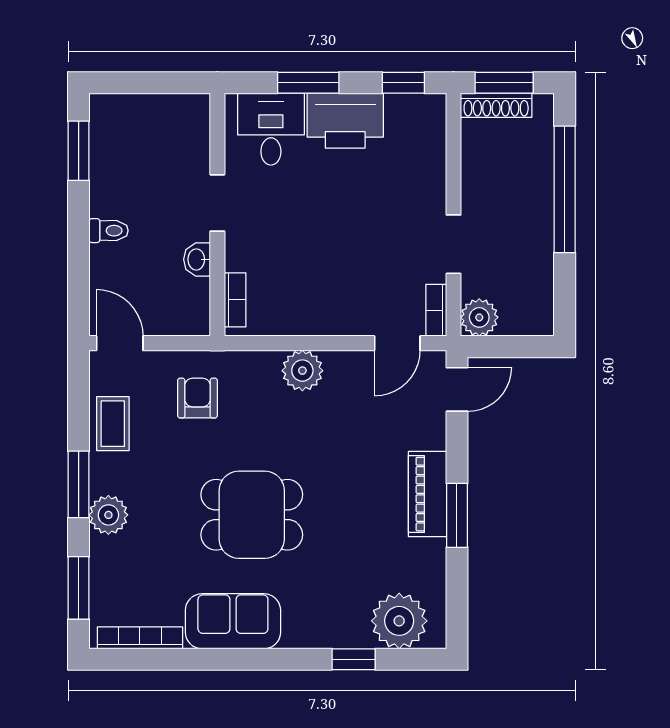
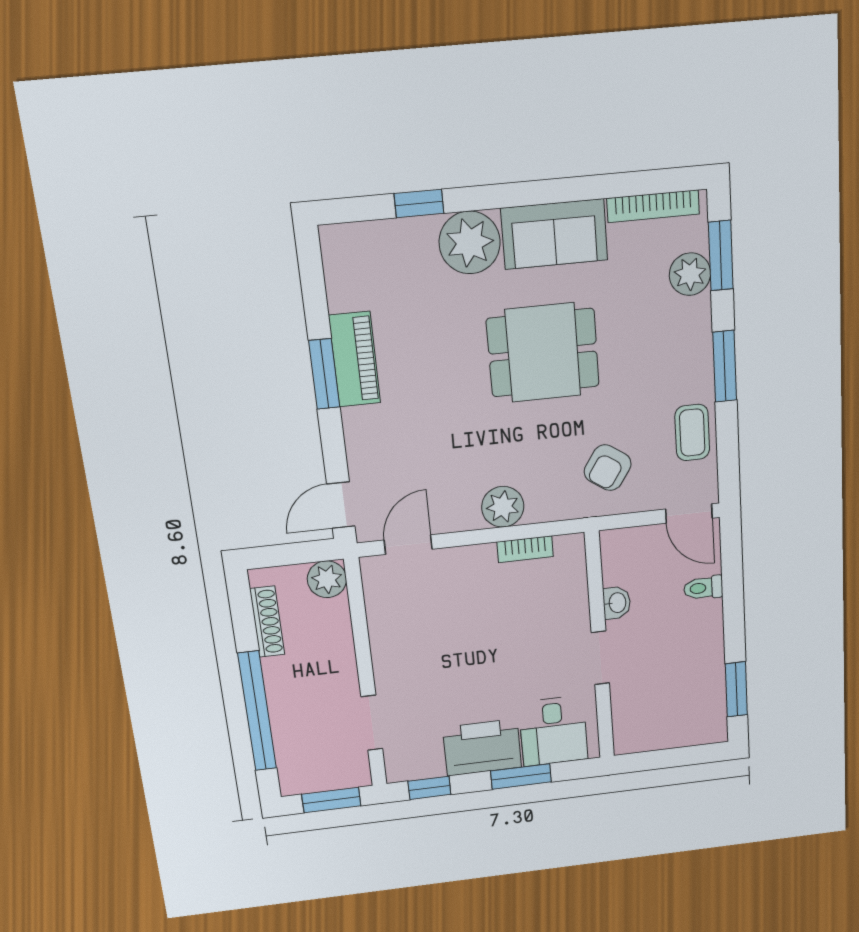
shoe rack: (496, 105) -> (267, 622), moved, turned 90
toilet: (109, 231) -> (703, 588), moved
doorway: (454, 244) -> (372, 723), moved
bookcase: (235, 300) -> (525, 549), moved, turned -90
bookcase: (436, 310) -> (372, 581), removed
armchair: (198, 398) -> (608, 468), turned 34
piano: (428, 494) -> (355, 359), moved
plant: (108, 515) -> (690, 274), moved
plant: (399, 621) -> (470, 243), moved

